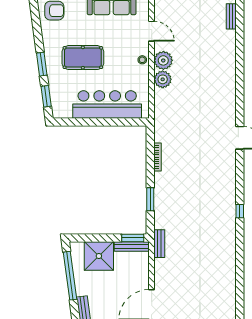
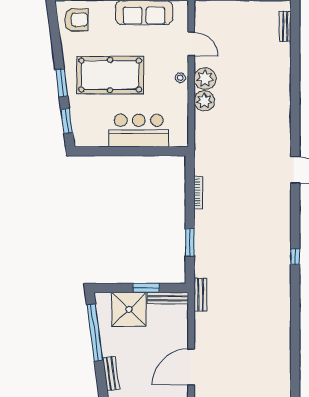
pool table: (83, 58) -> (110, 75), width x1.36, depth x1.32
bar counter: (107, 105) -> (139, 130), width x0.73
window: (133, 238) -> (146, 288), moved

